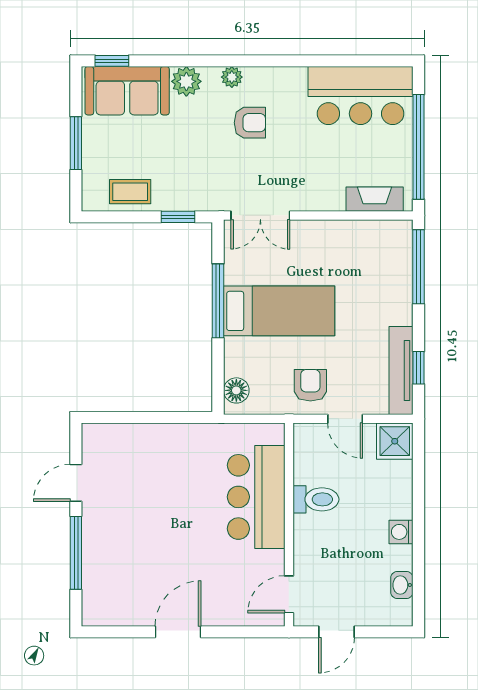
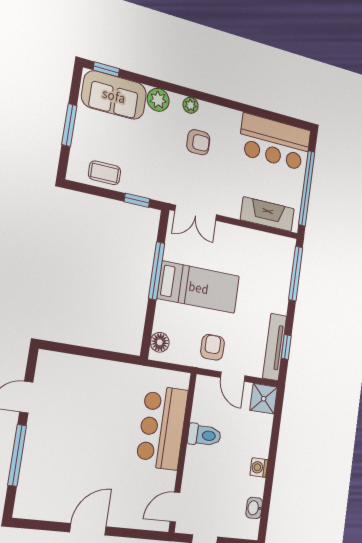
fireplace: (375, 199) -> (267, 214), width x1.37, depth x1.32

